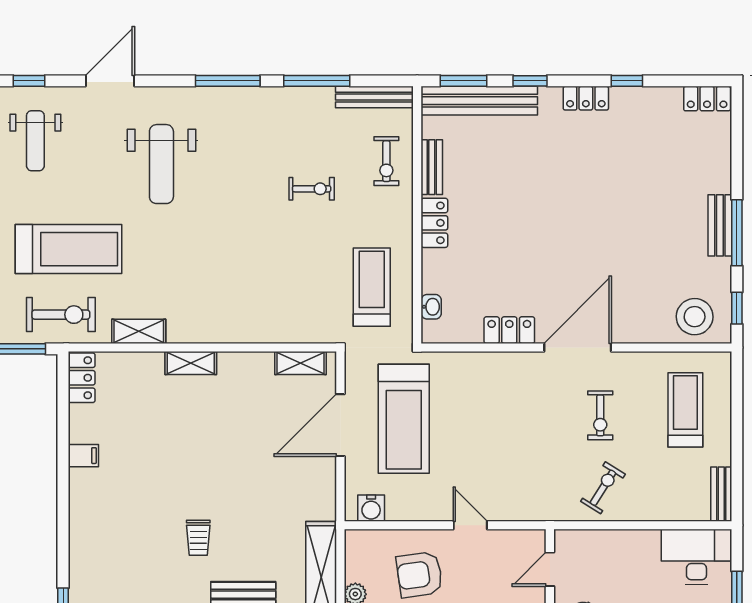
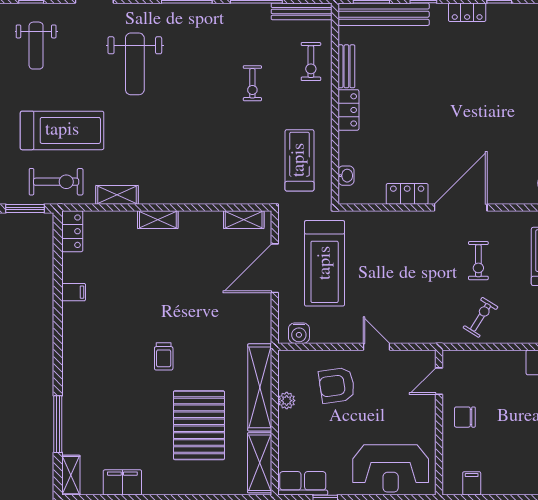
exercise bike: (312, 189) -> (252, 83), turned 90

